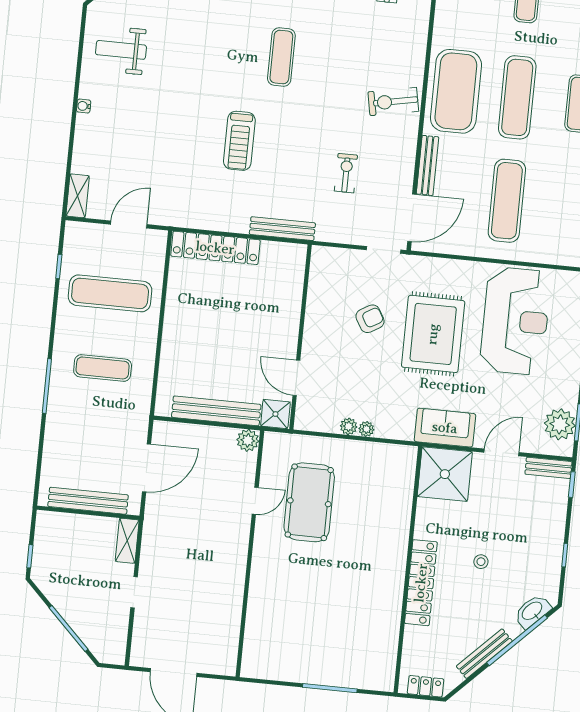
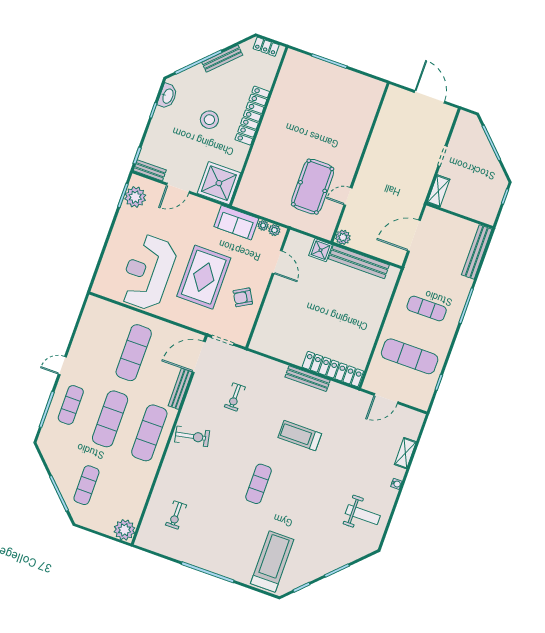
exercise mat: (456, 91) -> (149, 433), width x0.68
treadmill: (239, 141) -> (300, 436), turned -90
shelving: (78, 196) -> (405, 453), moved
bench: (282, 229) -> (308, 379), moved
wall: (301, 337) -> (268, 288), moved
door: (296, 378) -> (277, 262), moved
sofa: (445, 428) -> (236, 223), moved
bench: (88, 501) -> (477, 252), moved, turned 90
stool: (481, 562) -> (209, 120), width x1.89, depth x1.89
washbasin: (532, 611) -> (168, 96), moved, turned -45

